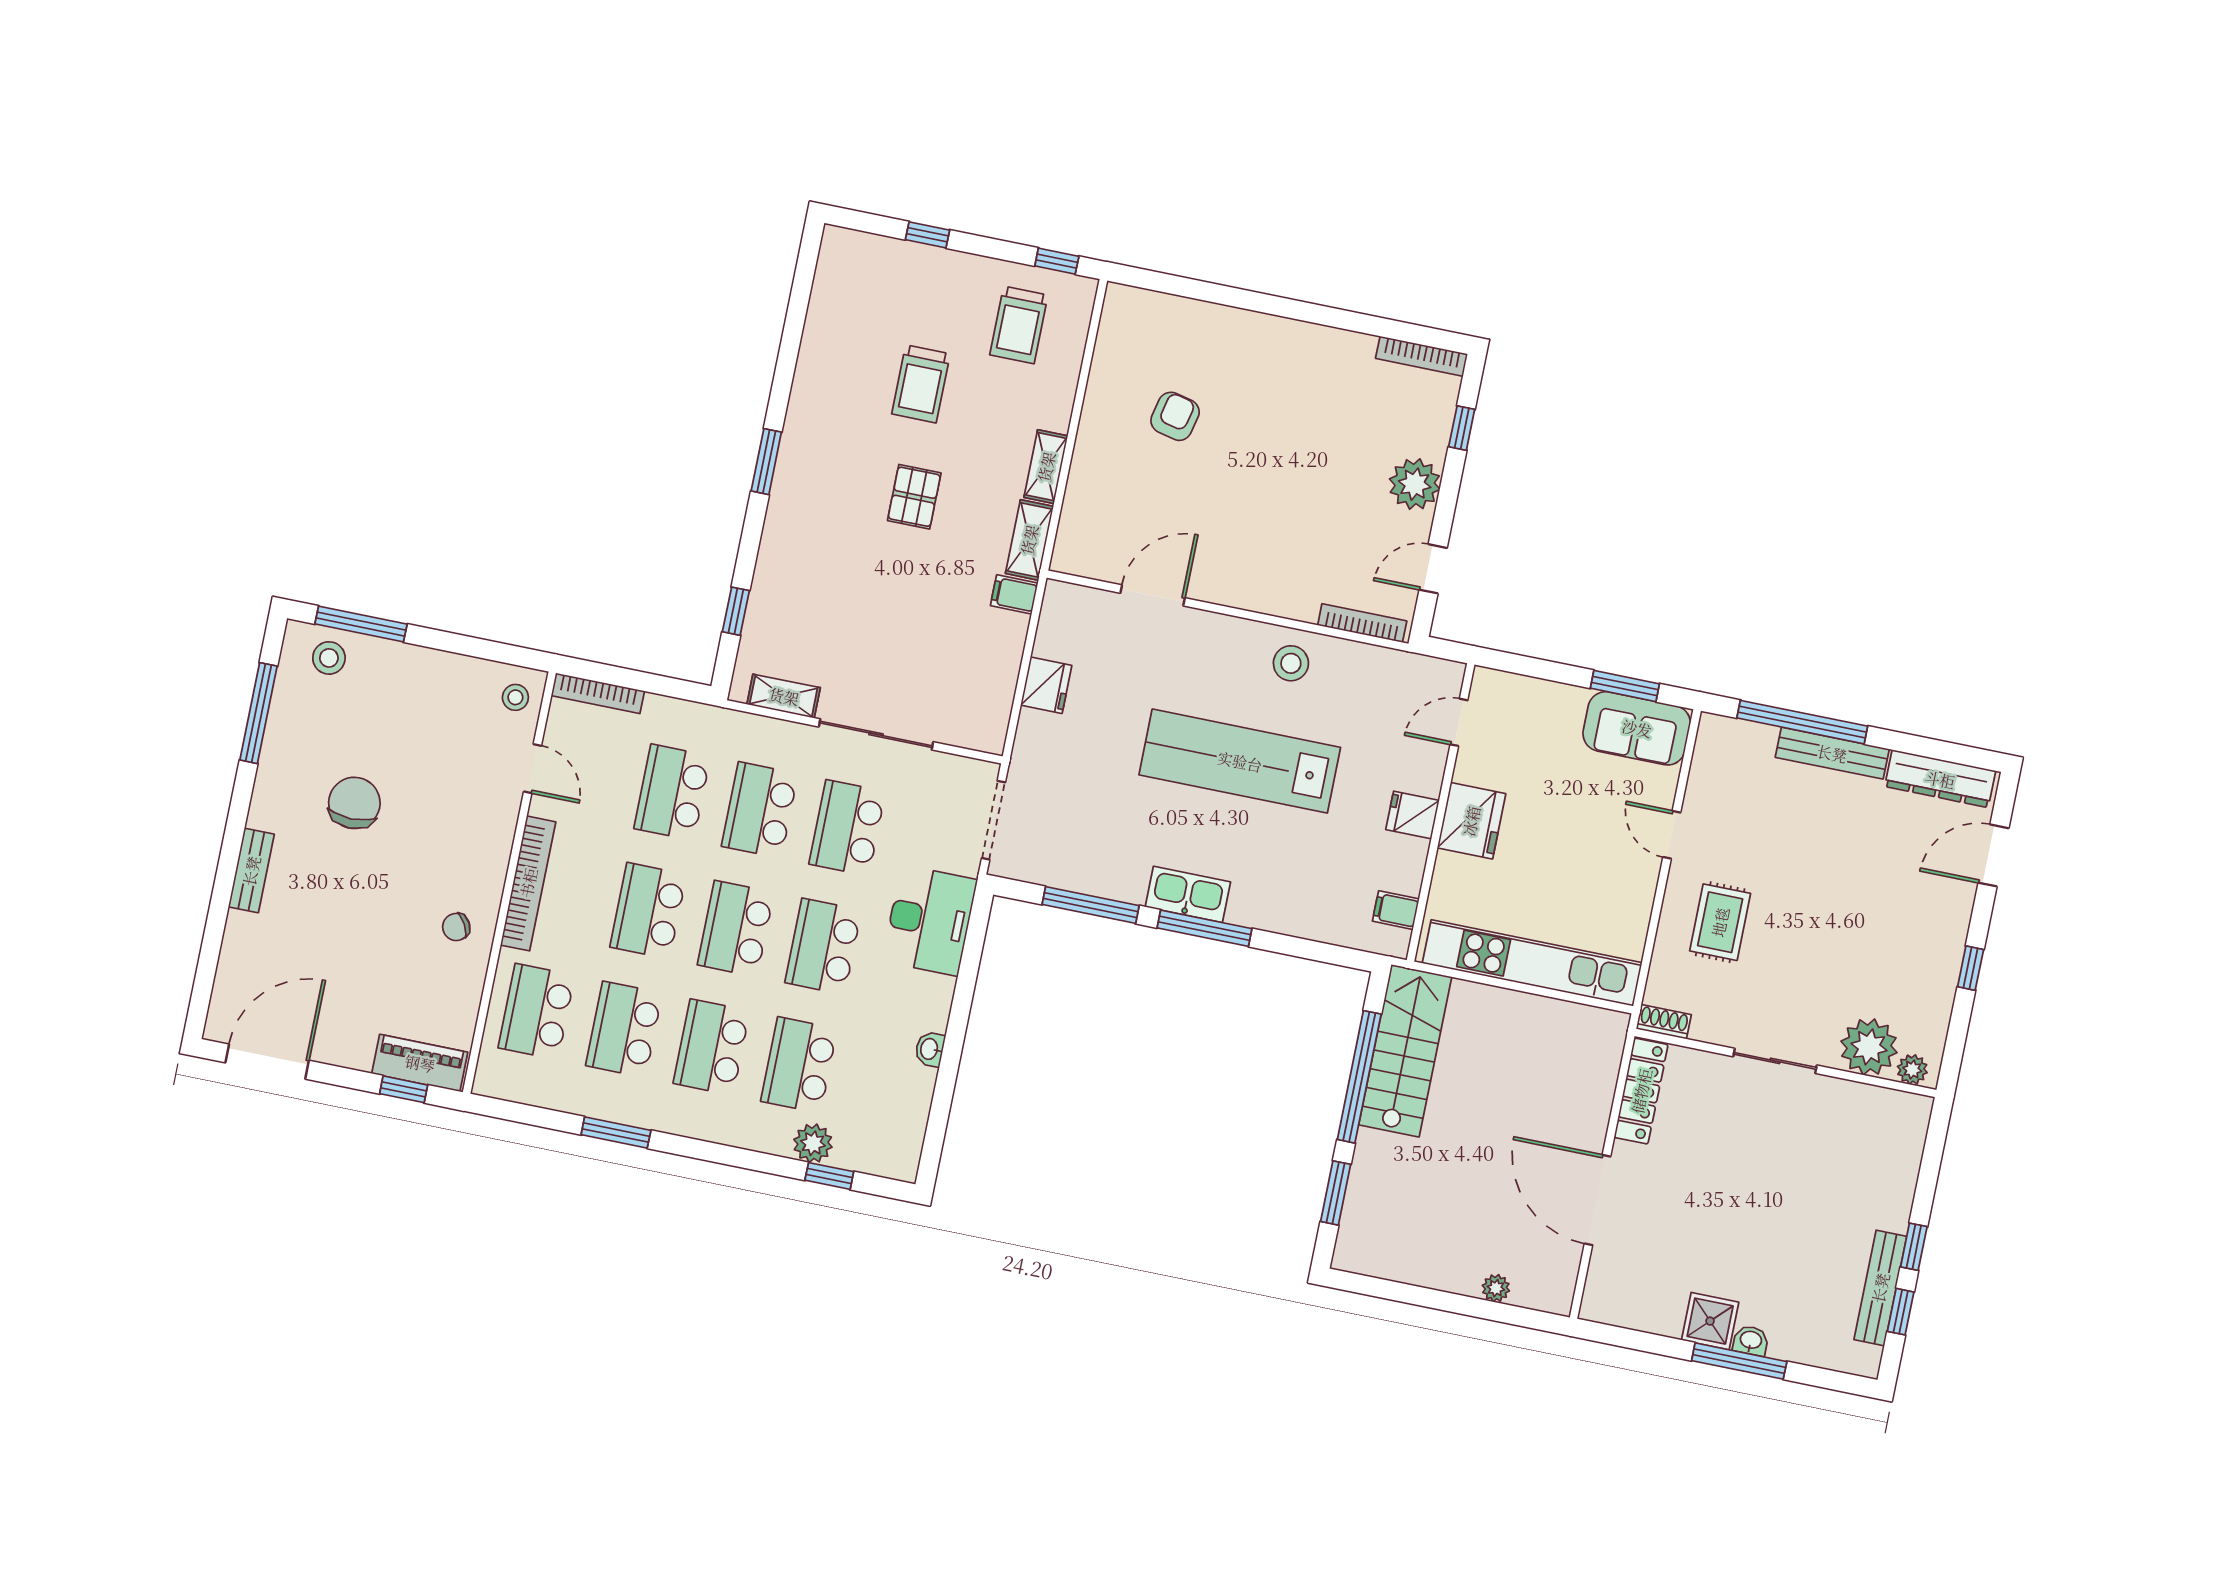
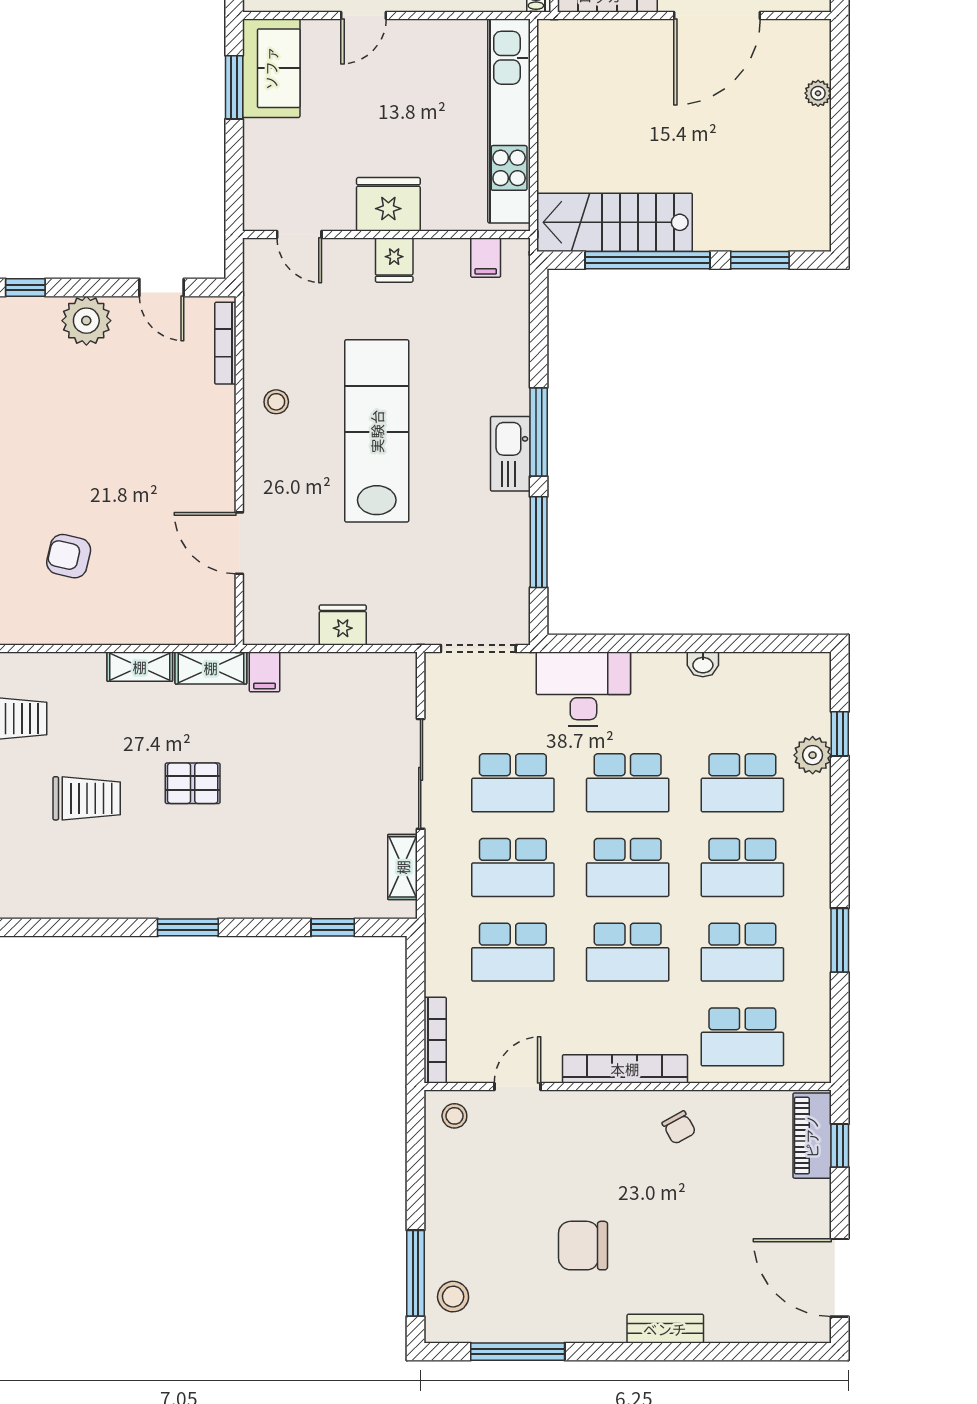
stool: (1291, 663) -> (276, 402), width x0.73, depth x0.73
lab bench: (1240, 761) -> (377, 431), turned 180

